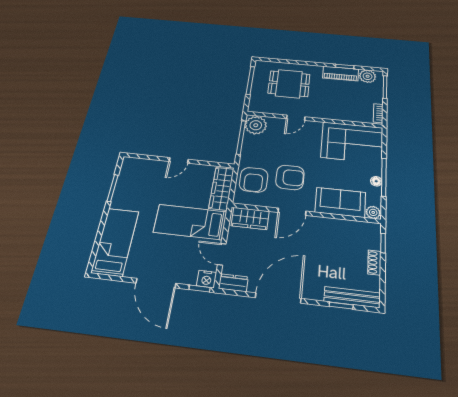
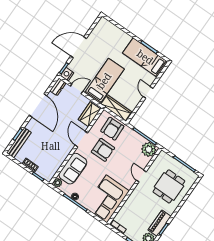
armchair: (290, 177) -> (103, 150), turned -90
armchair: (254, 180) -> (112, 129), turned -92
bed: (115, 242) -> (145, 57), moved, turned 180

